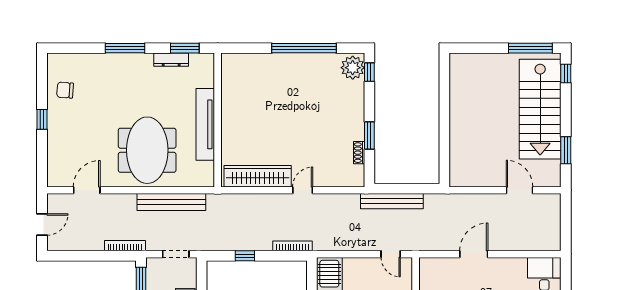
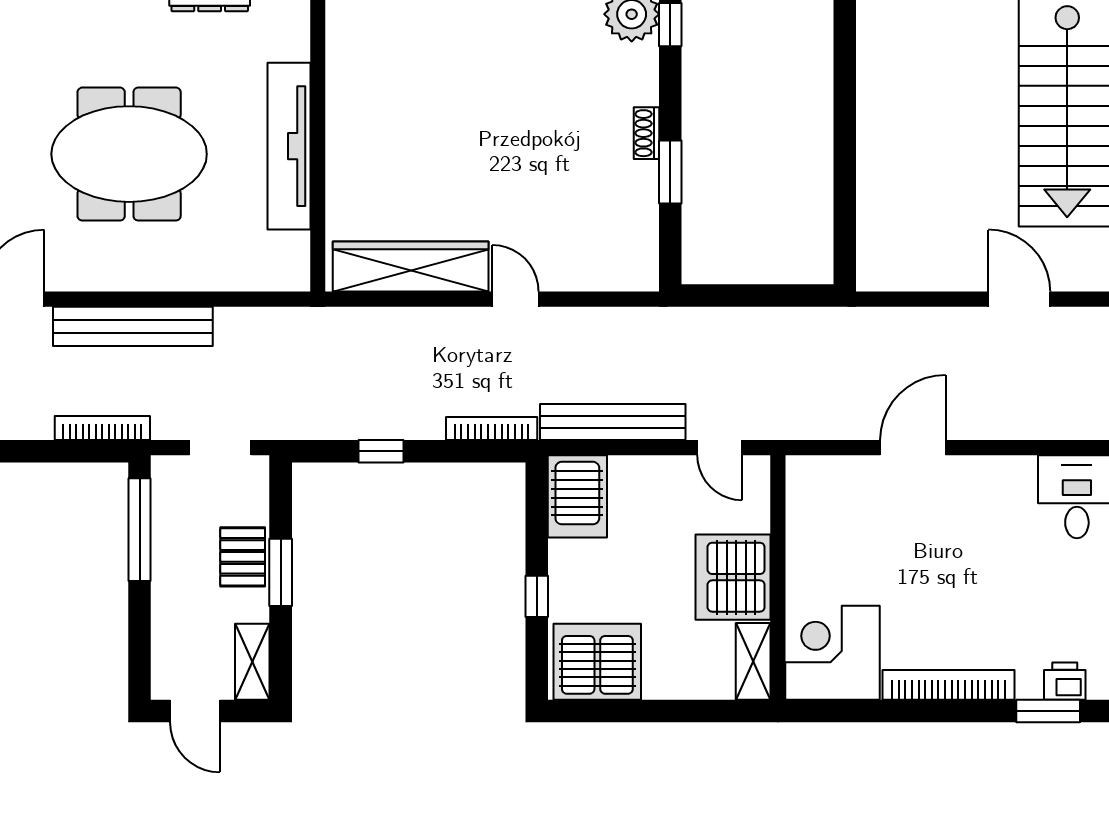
meeting table: (147, 150) -> (129, 154), moved, turned 90
shoe rack: (359, 153) -> (647, 133), moved
door: (303, 190) -> (515, 299), hinge flipped
bench: (392, 201) -> (613, 422), moved
bench: (171, 202) -> (133, 326), moved

